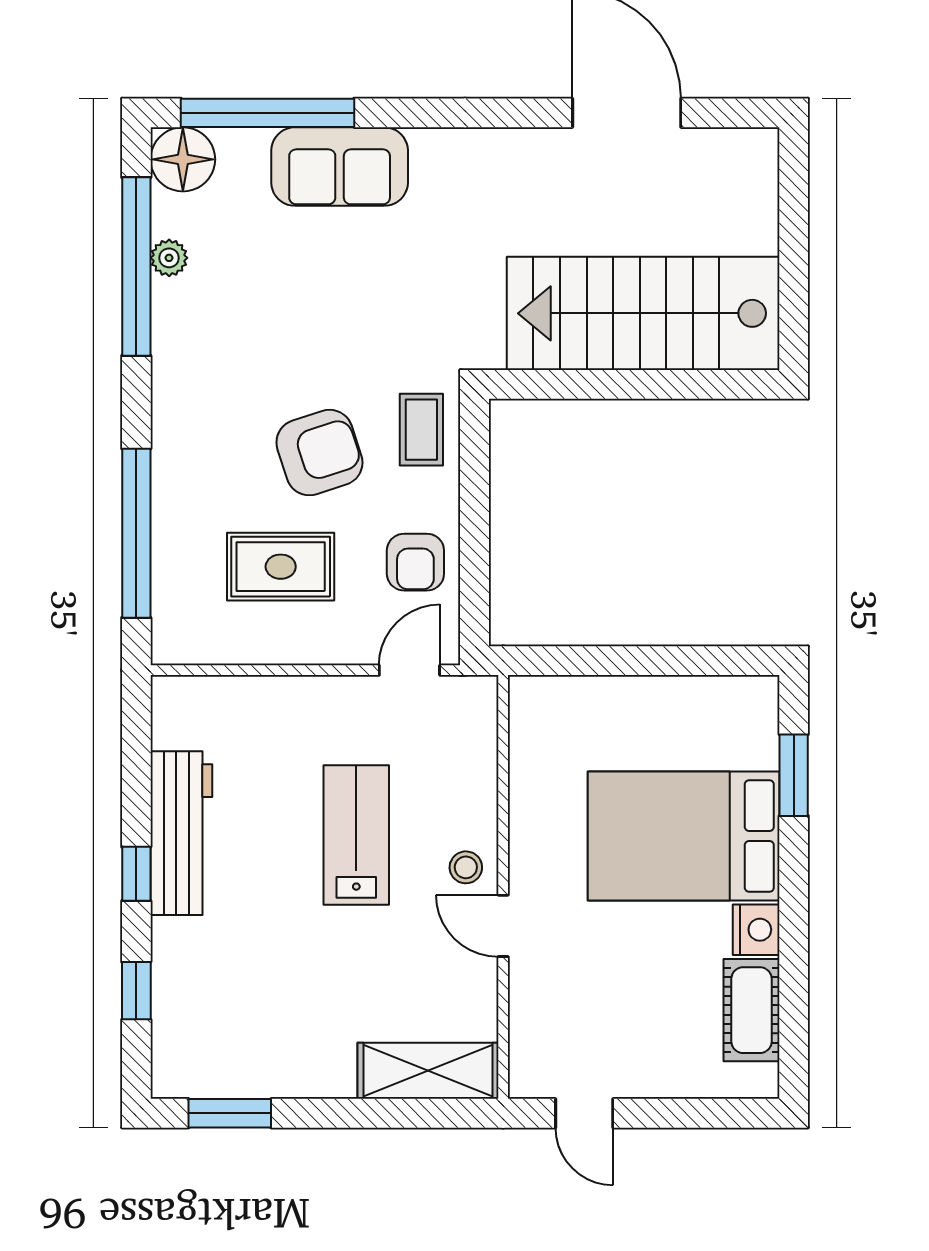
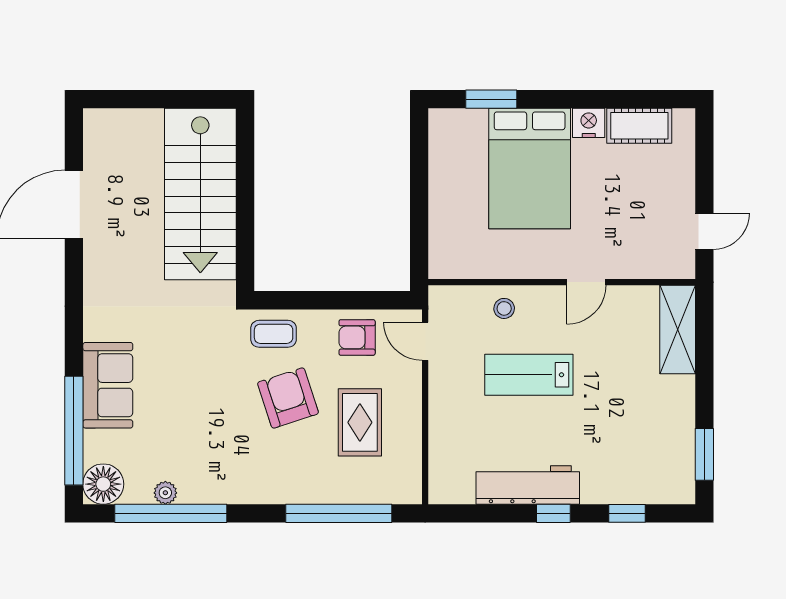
armchair: (415, 562) -> (357, 337), turned 180
stool: (466, 867) -> (504, 308), moved

